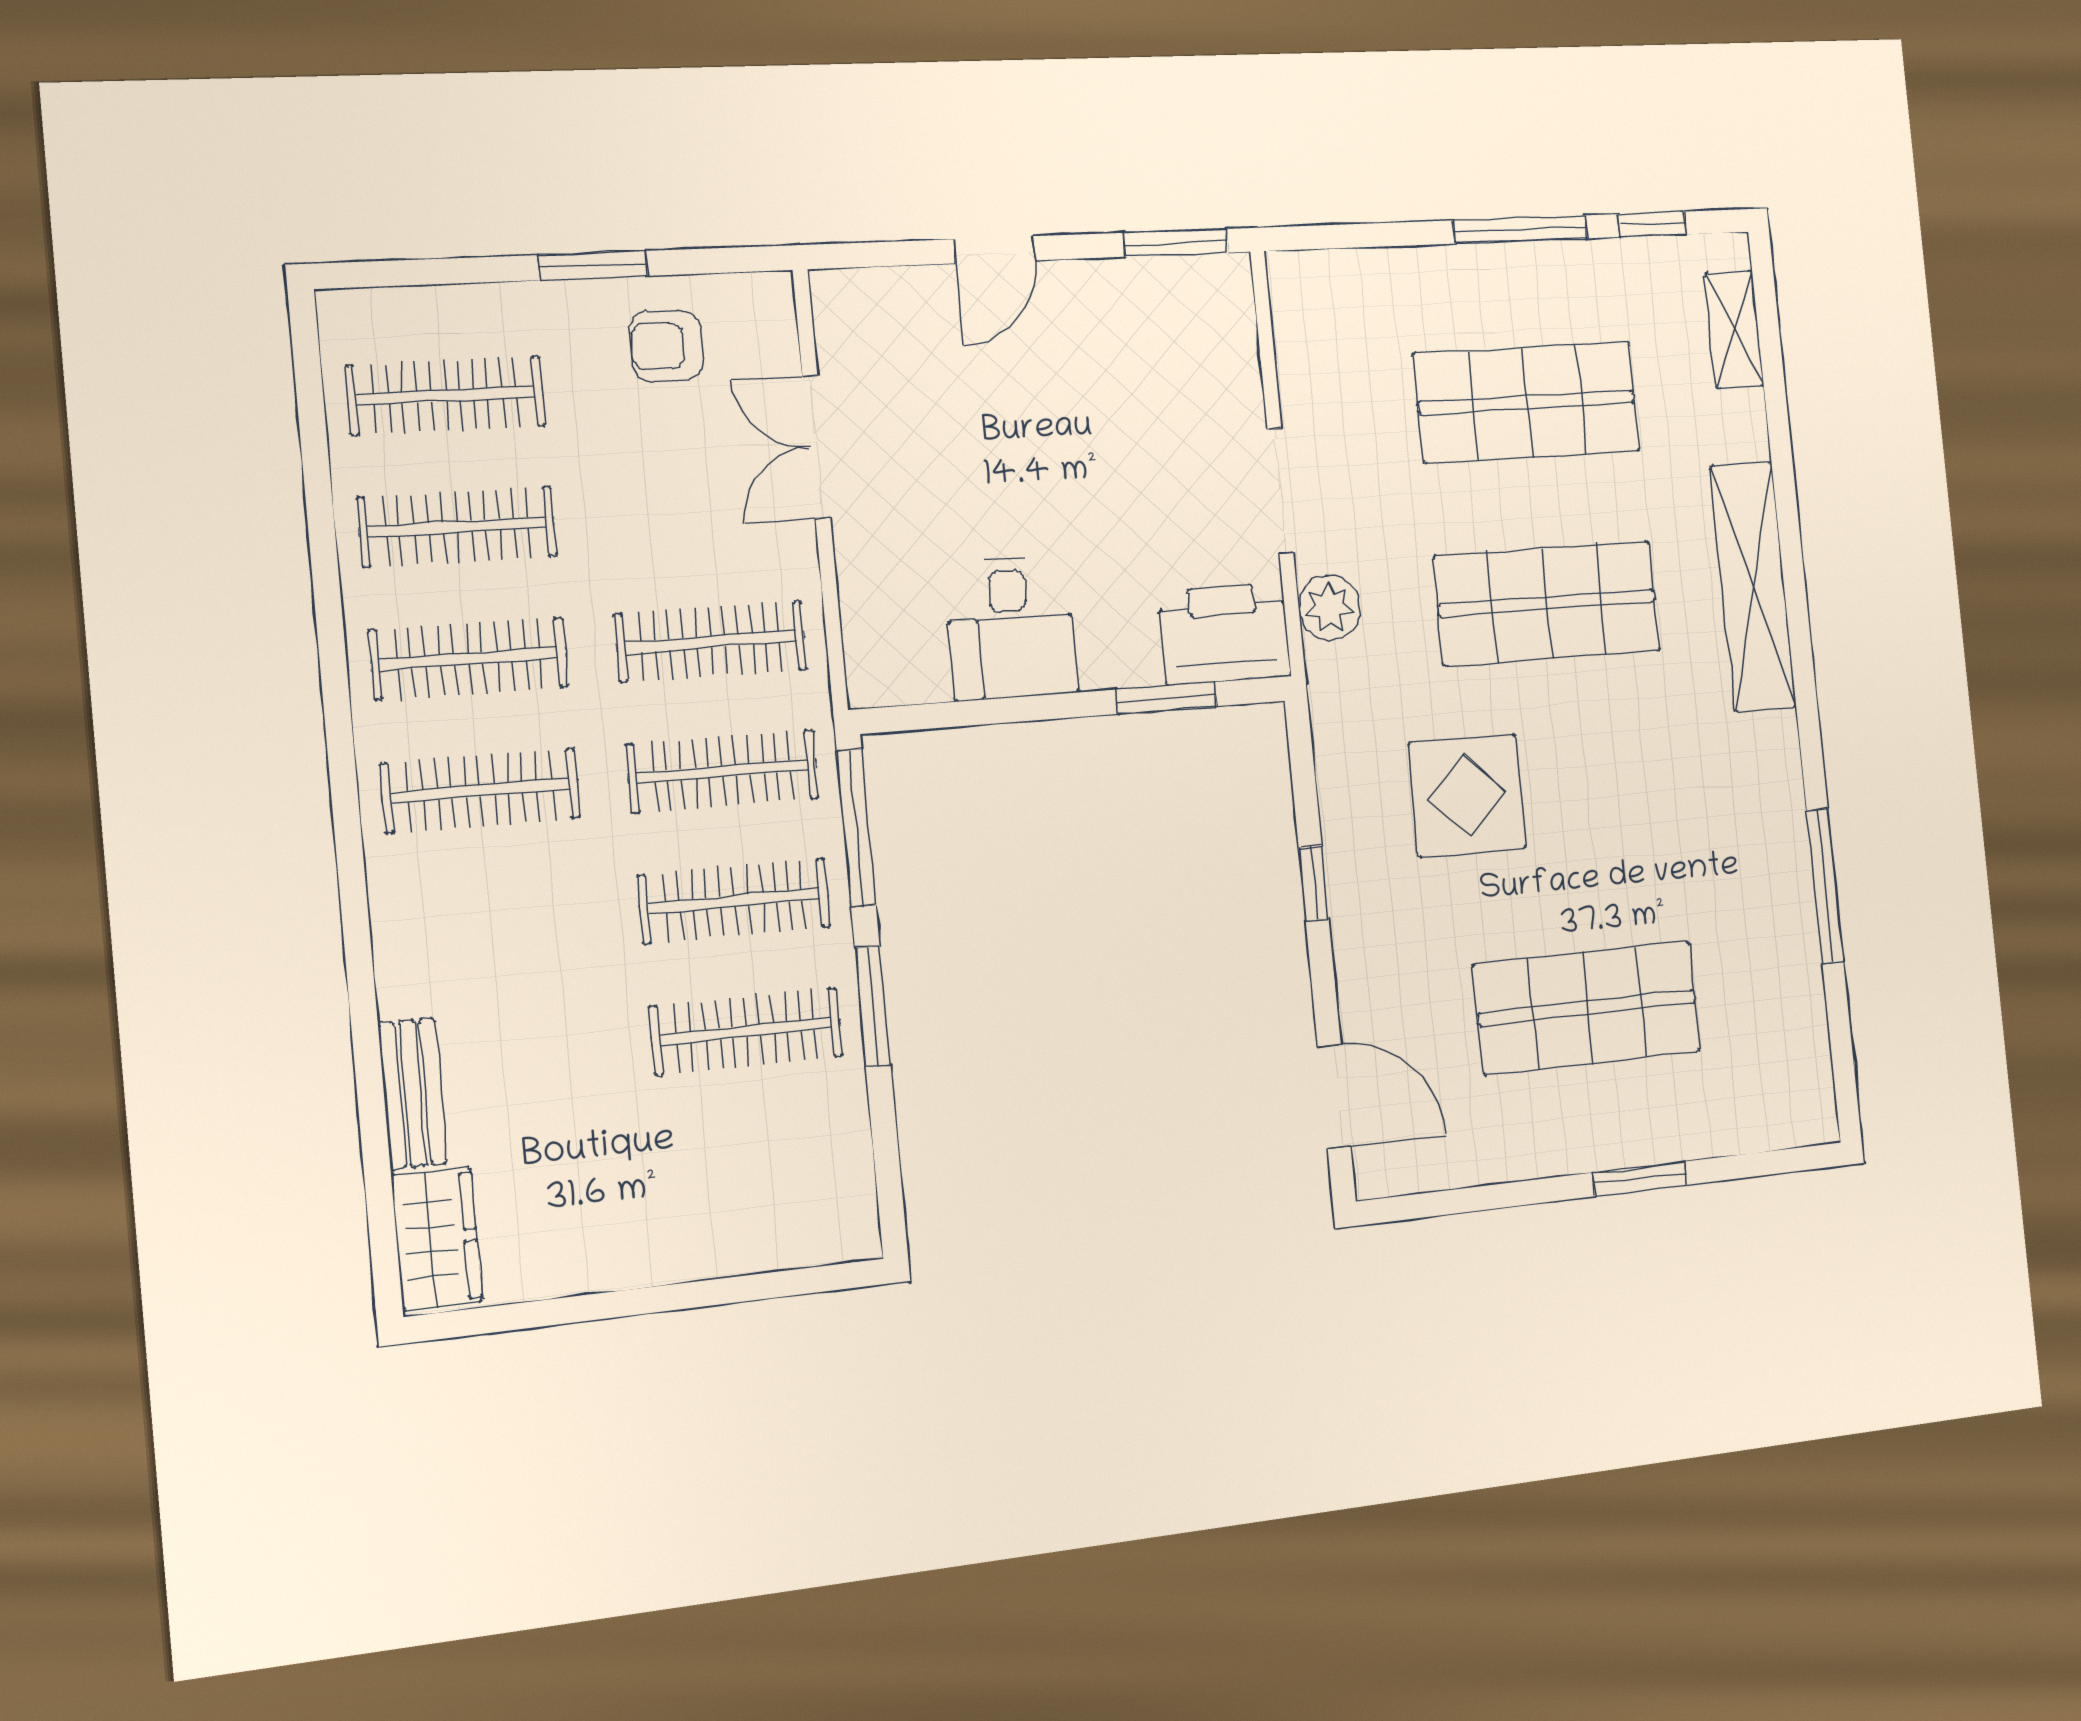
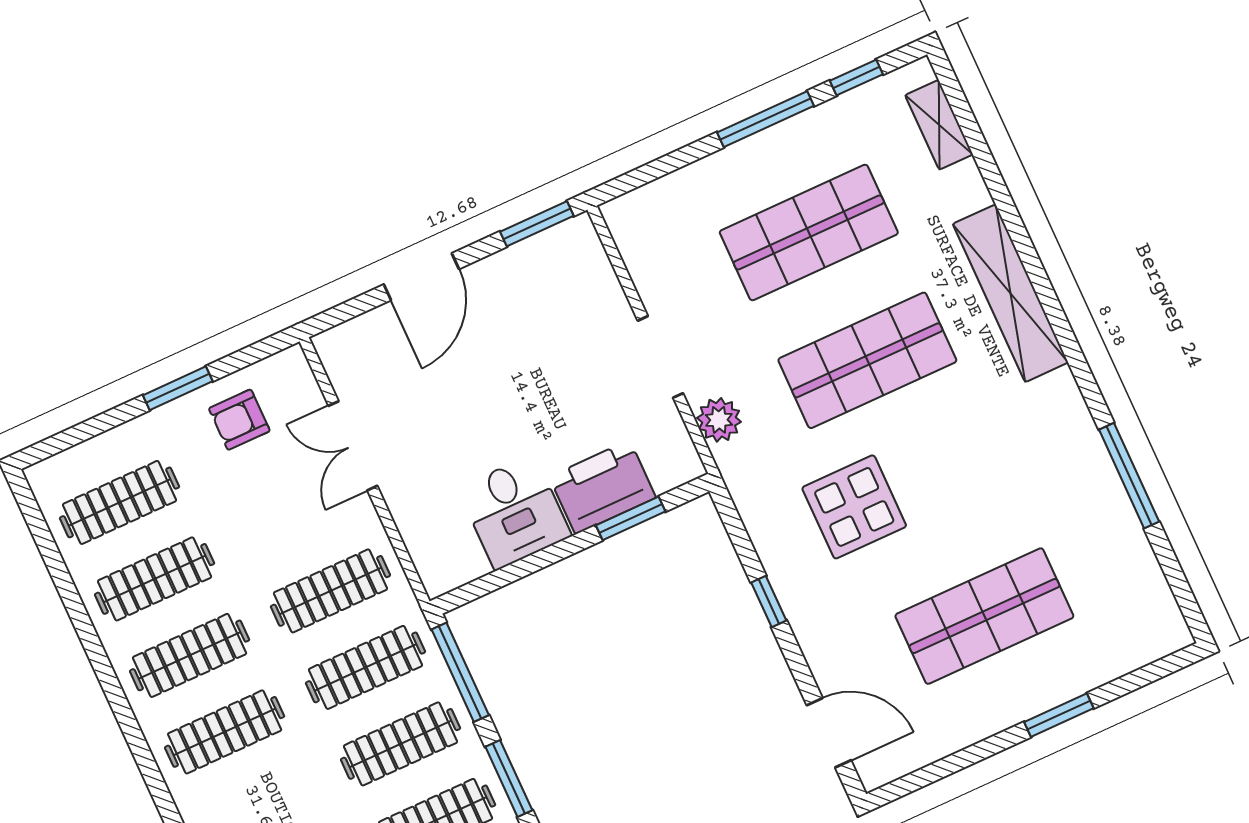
door: (995, 250) -> (421, 277), width x1.38
printer: (1225, 634) -> (603, 487), moved

